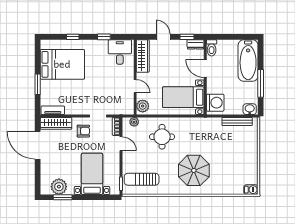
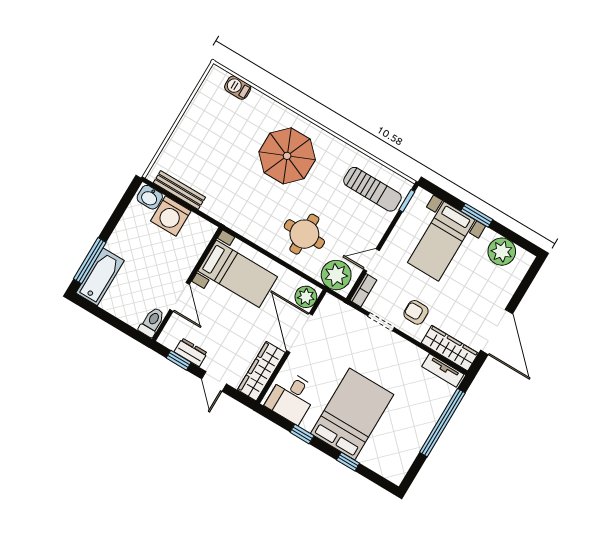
dresser: (195, 44) -> (191, 352), moved
bathtub: (248, 60) -> (100, 277), width x0.73, depth x0.73
bed: (62, 64) -> (352, 414), moved, turned 90
window: (261, 83) -> (90, 261), moved
window: (38, 84) -> (442, 423), width x2.11
door: (135, 86) -> (300, 333), width x1.87
washing machine: (215, 103) -> (171, 216), moved, turned -90
plant: (134, 122) -> (336, 275), width x1.88, depth x1.88
door: (121, 144) -> (371, 260), hinge flipped
barbecue: (251, 190) -> (238, 88), moved
window: (63, 197) -> (477, 215), moved

